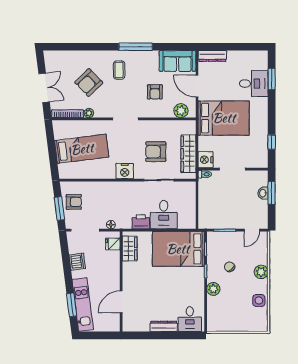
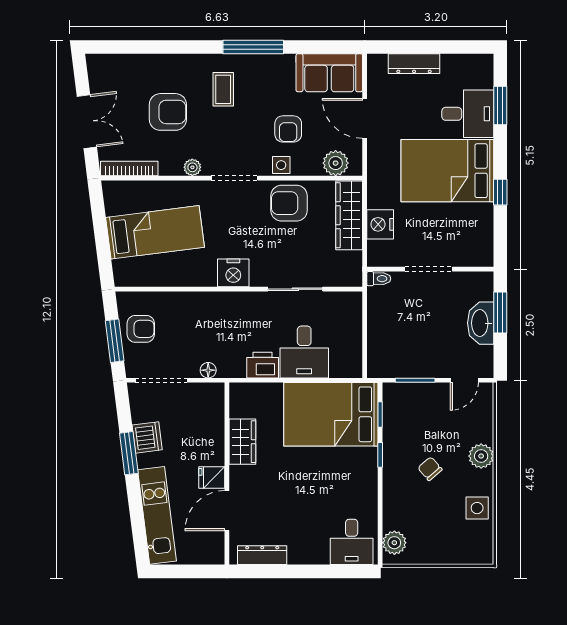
dresser: (212, 56) -> (414, 64), moved
armchair: (89, 83) -> (168, 112), turned -136
side table: (151, 112) -> (281, 165), added
plant: (89, 113) -> (192, 167), moved
bed: (224, 118) -> (447, 171), moved, turned 180
window: (272, 142) -> (500, 192), moved
armchair: (156, 152) -> (289, 203), moved
wardrobe: (188, 154) -> (349, 215), moved
nightstand: (206, 160) -> (380, 224), moved
washbasin: (263, 193) -> (481, 323), width x1.91, depth x1.45
fridge: (113, 244) -> (212, 478), moved
wardrobe: (130, 248) -> (242, 442), moved
chair: (230, 267) -> (430, 469), moved
plant: (213, 289) -> (394, 543), moved
window: (72, 305) -> (129, 453), moved
dresser: (164, 326) -> (262, 555), moved

